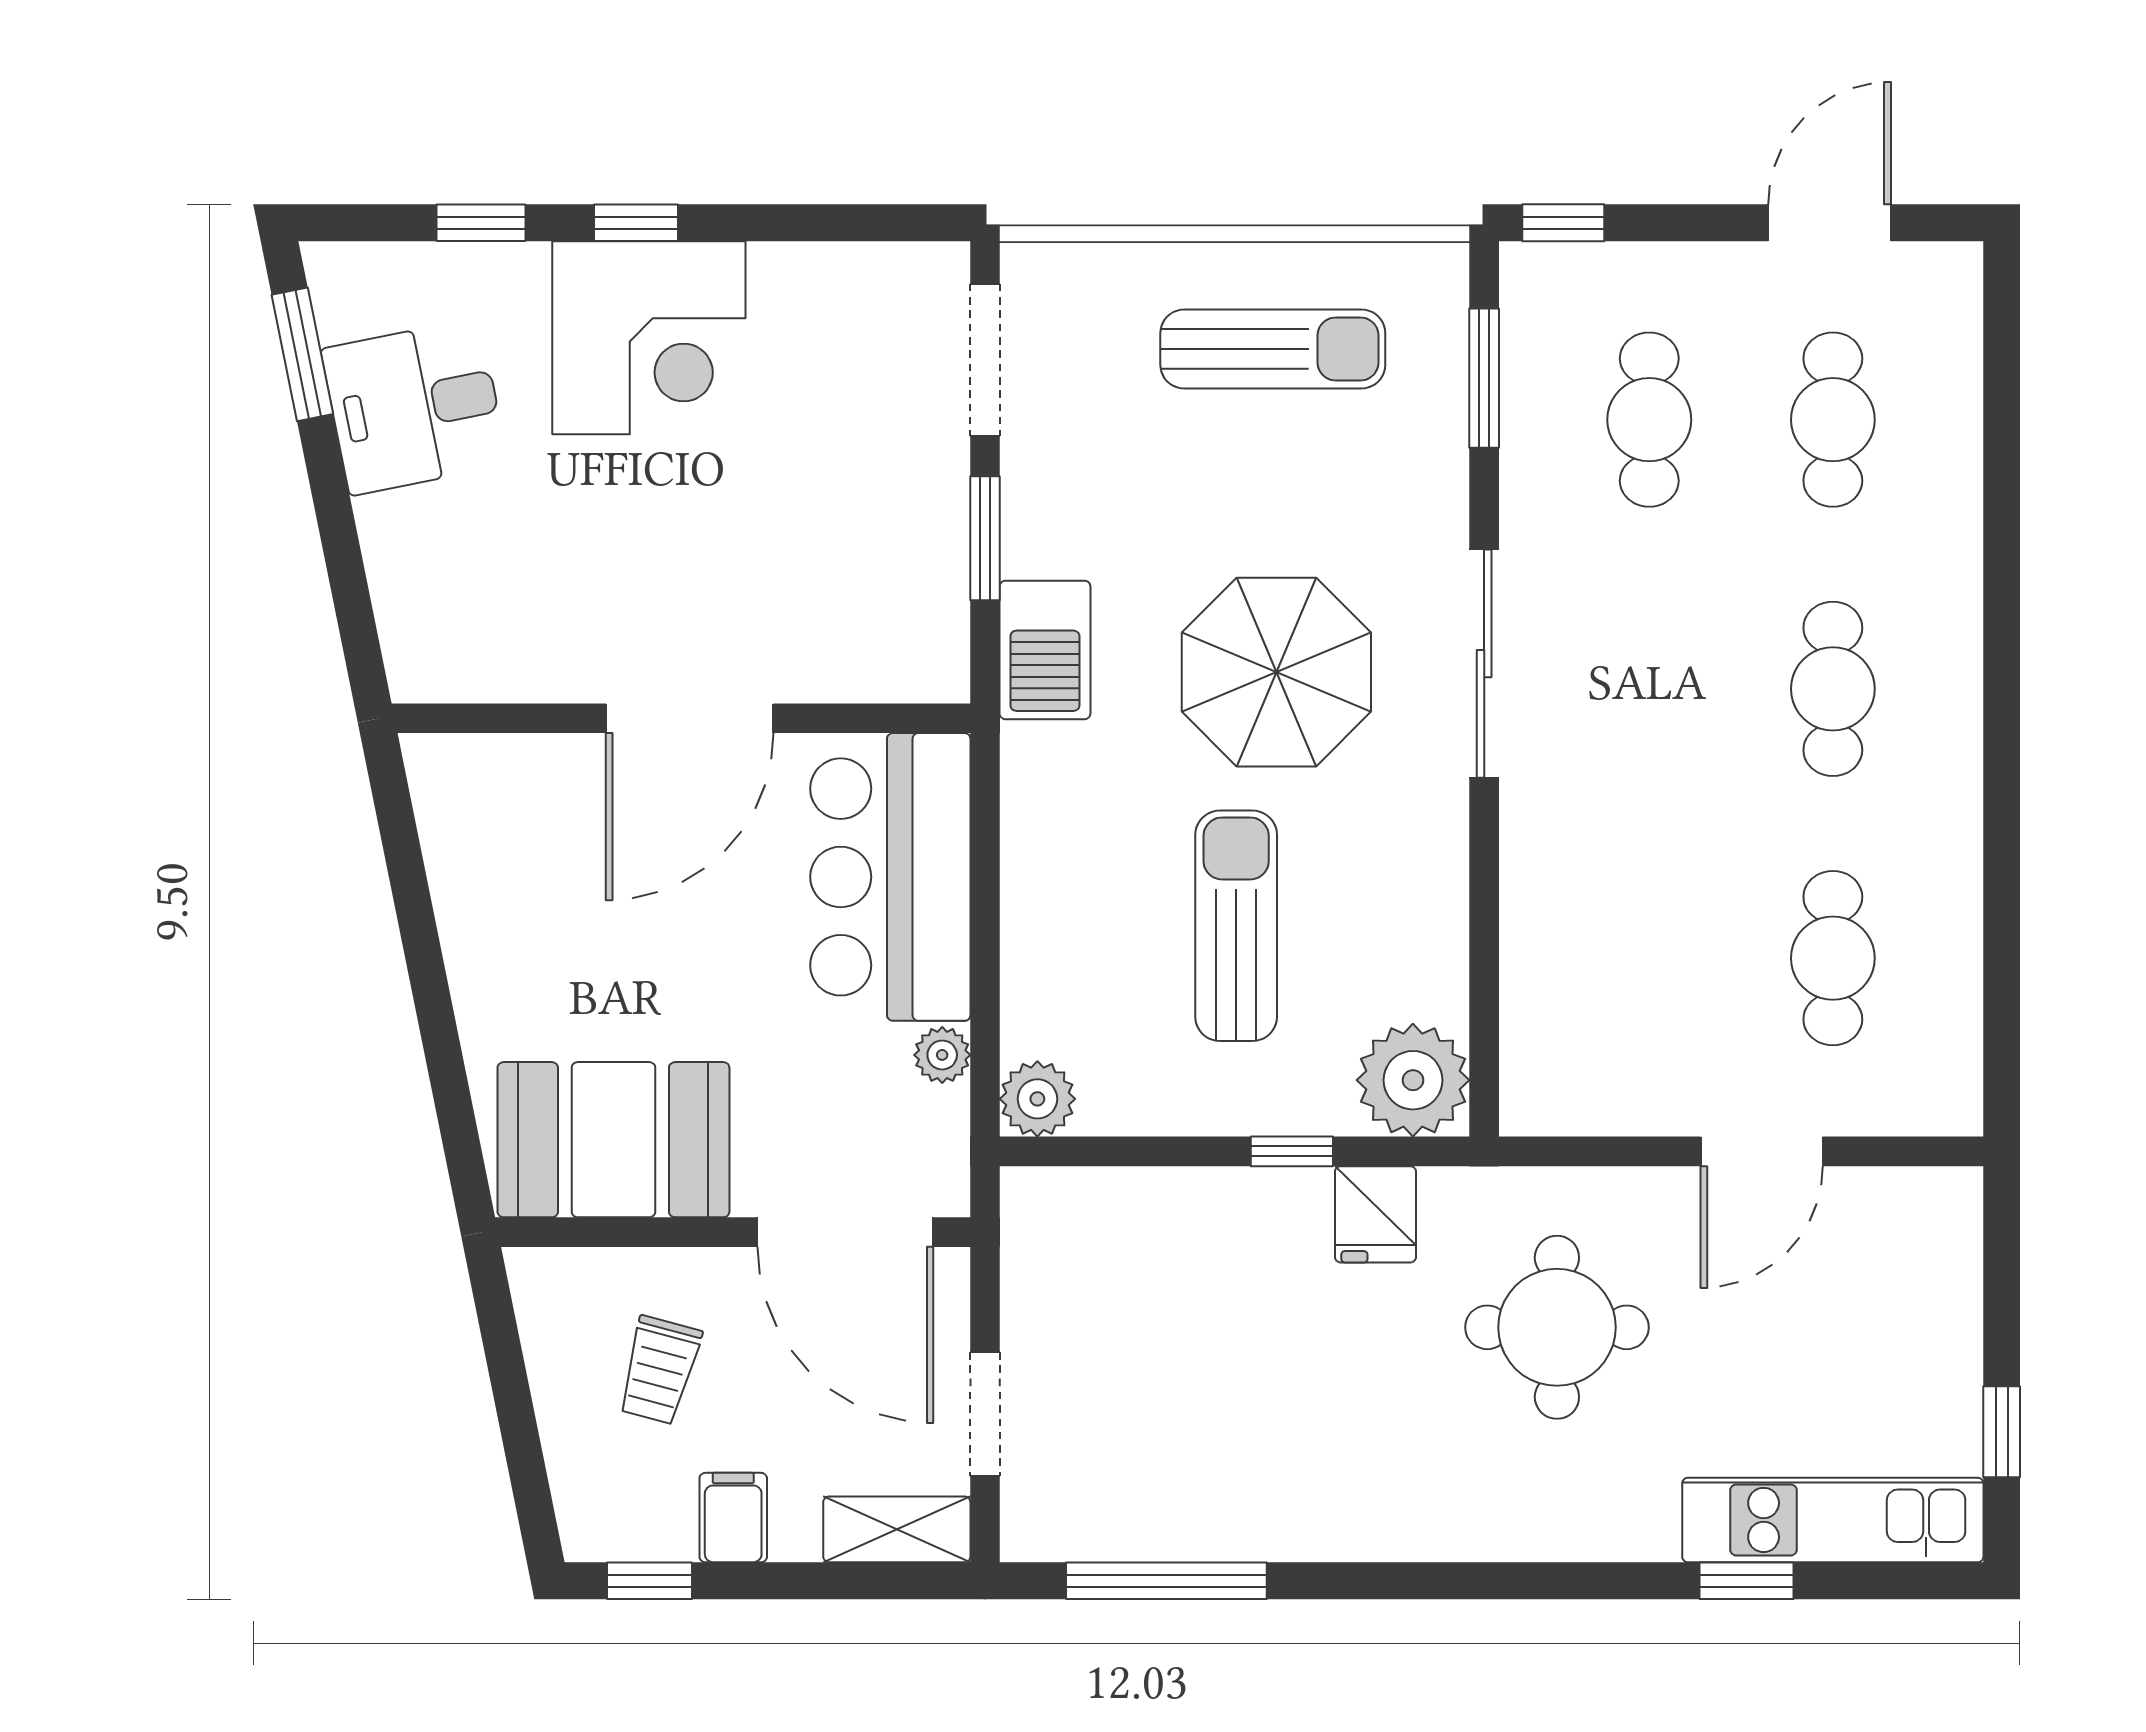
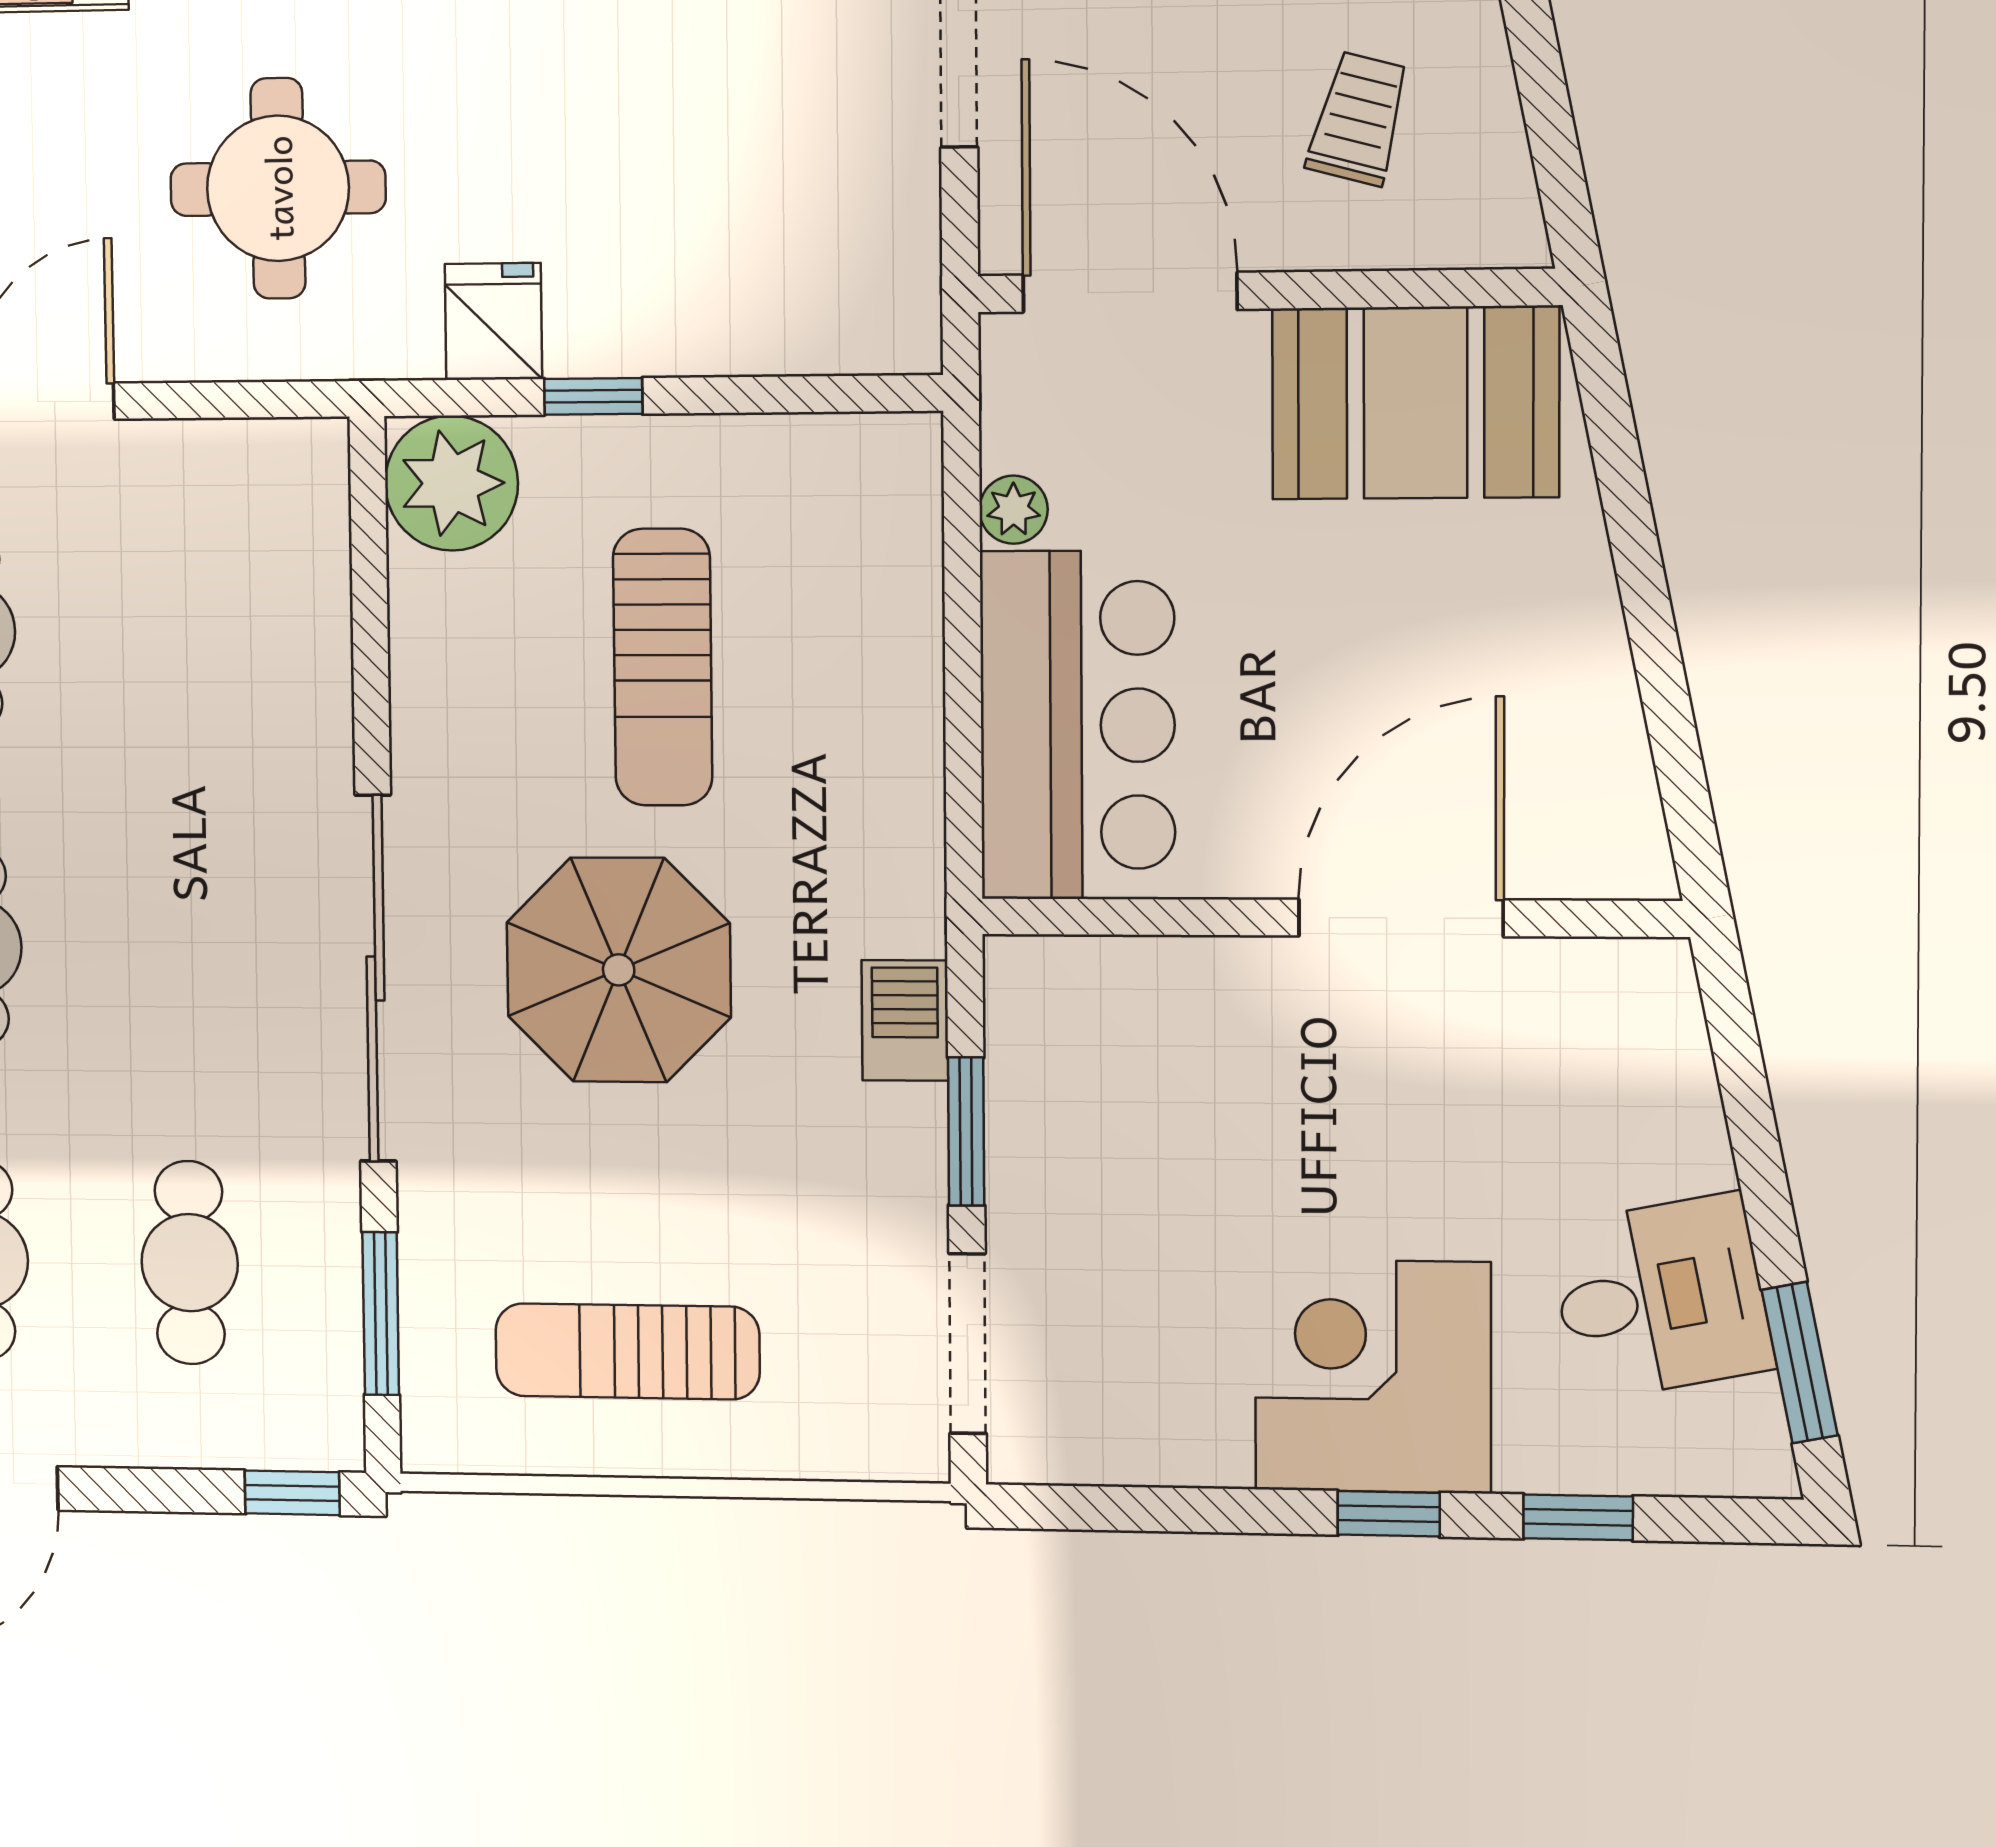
barbecue: (1045, 650) -> (905, 1020), width x0.73, depth x0.79
sliding door: (1484, 664) -> (376, 979), width x1.36
door: (690, 718) -> (1401, 918), moved
plant: (1037, 1099) -> (898, 457), removed

